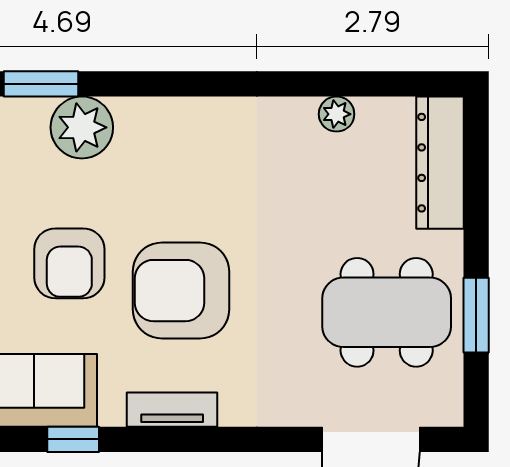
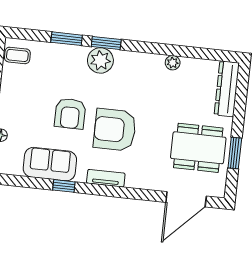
window: (138, 84) -> (106, 43), added
plant: (337, 114) -> (173, 63), moved
plant: (82, 127) -> (100, 60), moved

